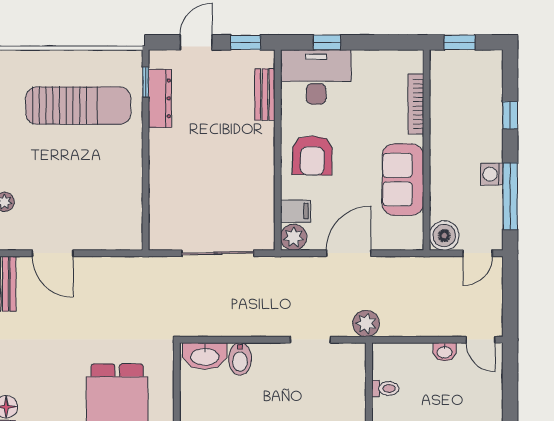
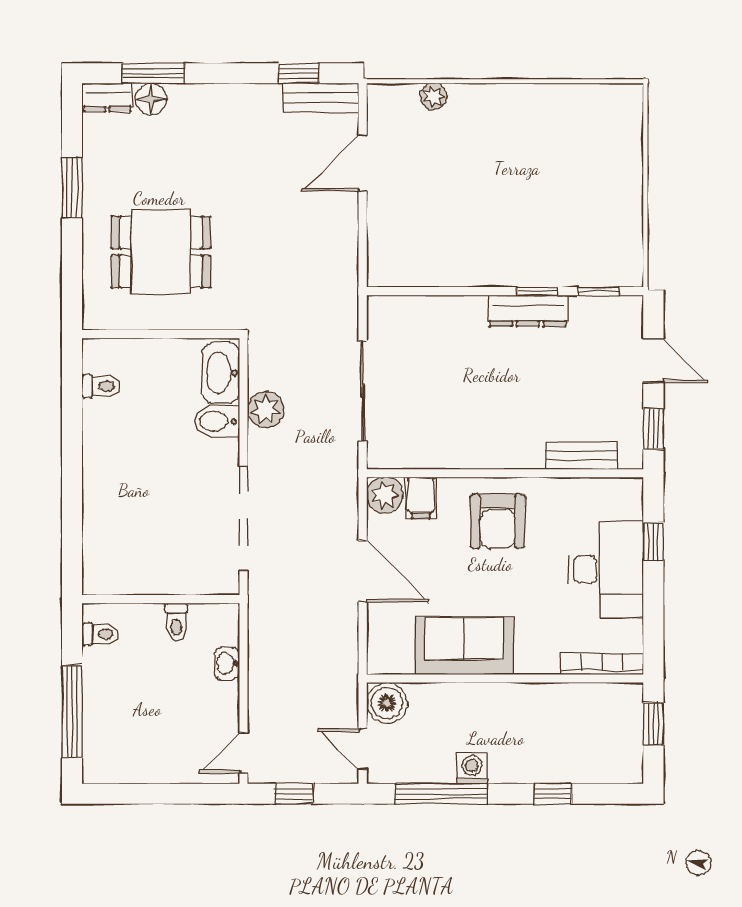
desk: (316, 77) -> (606, 569), moved
dresser: (160, 98) -> (528, 311), moved
bookcase: (416, 104) -> (602, 664), moved
sun lounger: (78, 106) -> (566, 198), removed
window: (146, 126) -> (538, 291), added
armchair: (312, 155) -> (498, 521), turned -91
window: (510, 303) -> (294, 794), added
plant: (366, 324) -> (266, 410), moved
doorway: (310, 340) -> (244, 518), width x1.88
washbasin: (445, 352) -> (227, 663), moved

